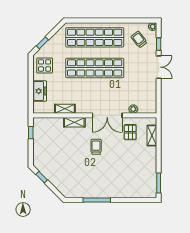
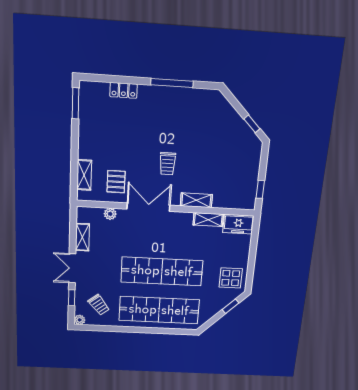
freezer: (40, 91) -> (238, 224), moved, turned -90
shelving: (152, 91) -> (82, 237), added
locker: (128, 193) -> (124, 90), added

